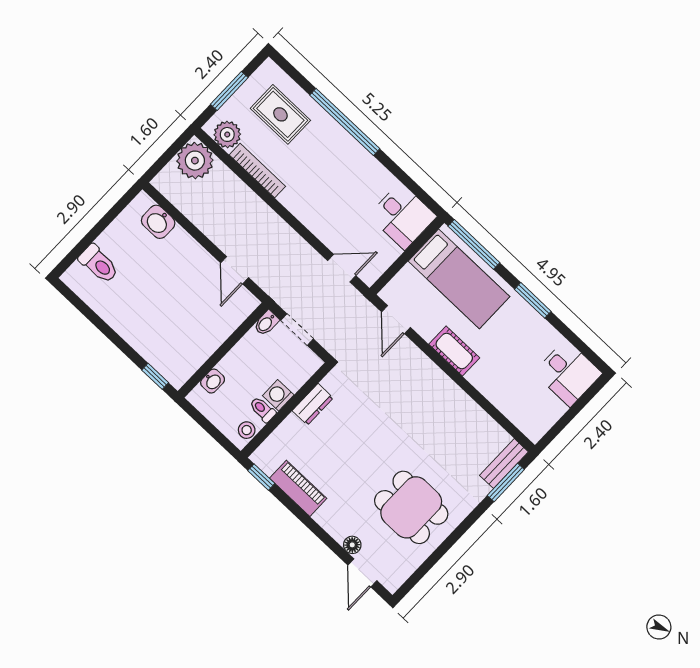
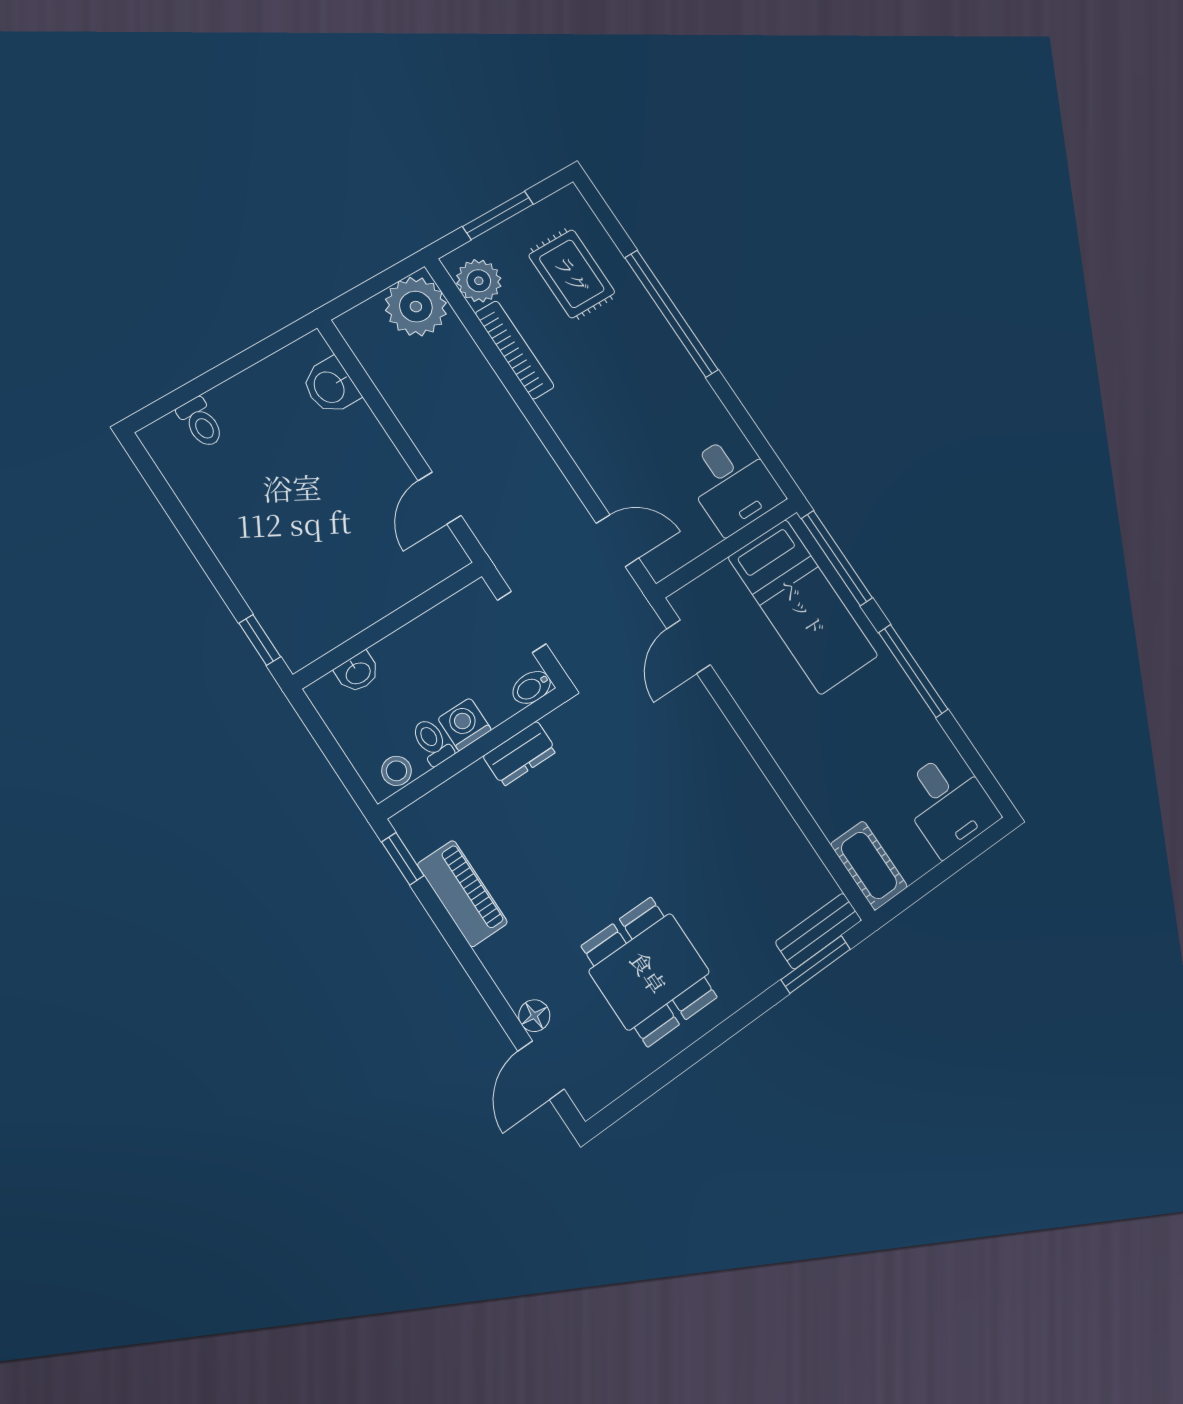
toilet: (99, 264) -> (201, 423), width x0.73, depth x0.72
window: (533, 300) -> (913, 671), width x1.44
bidet: (266, 323) -> (532, 687), moved
cot: (454, 351) -> (869, 865), moved

